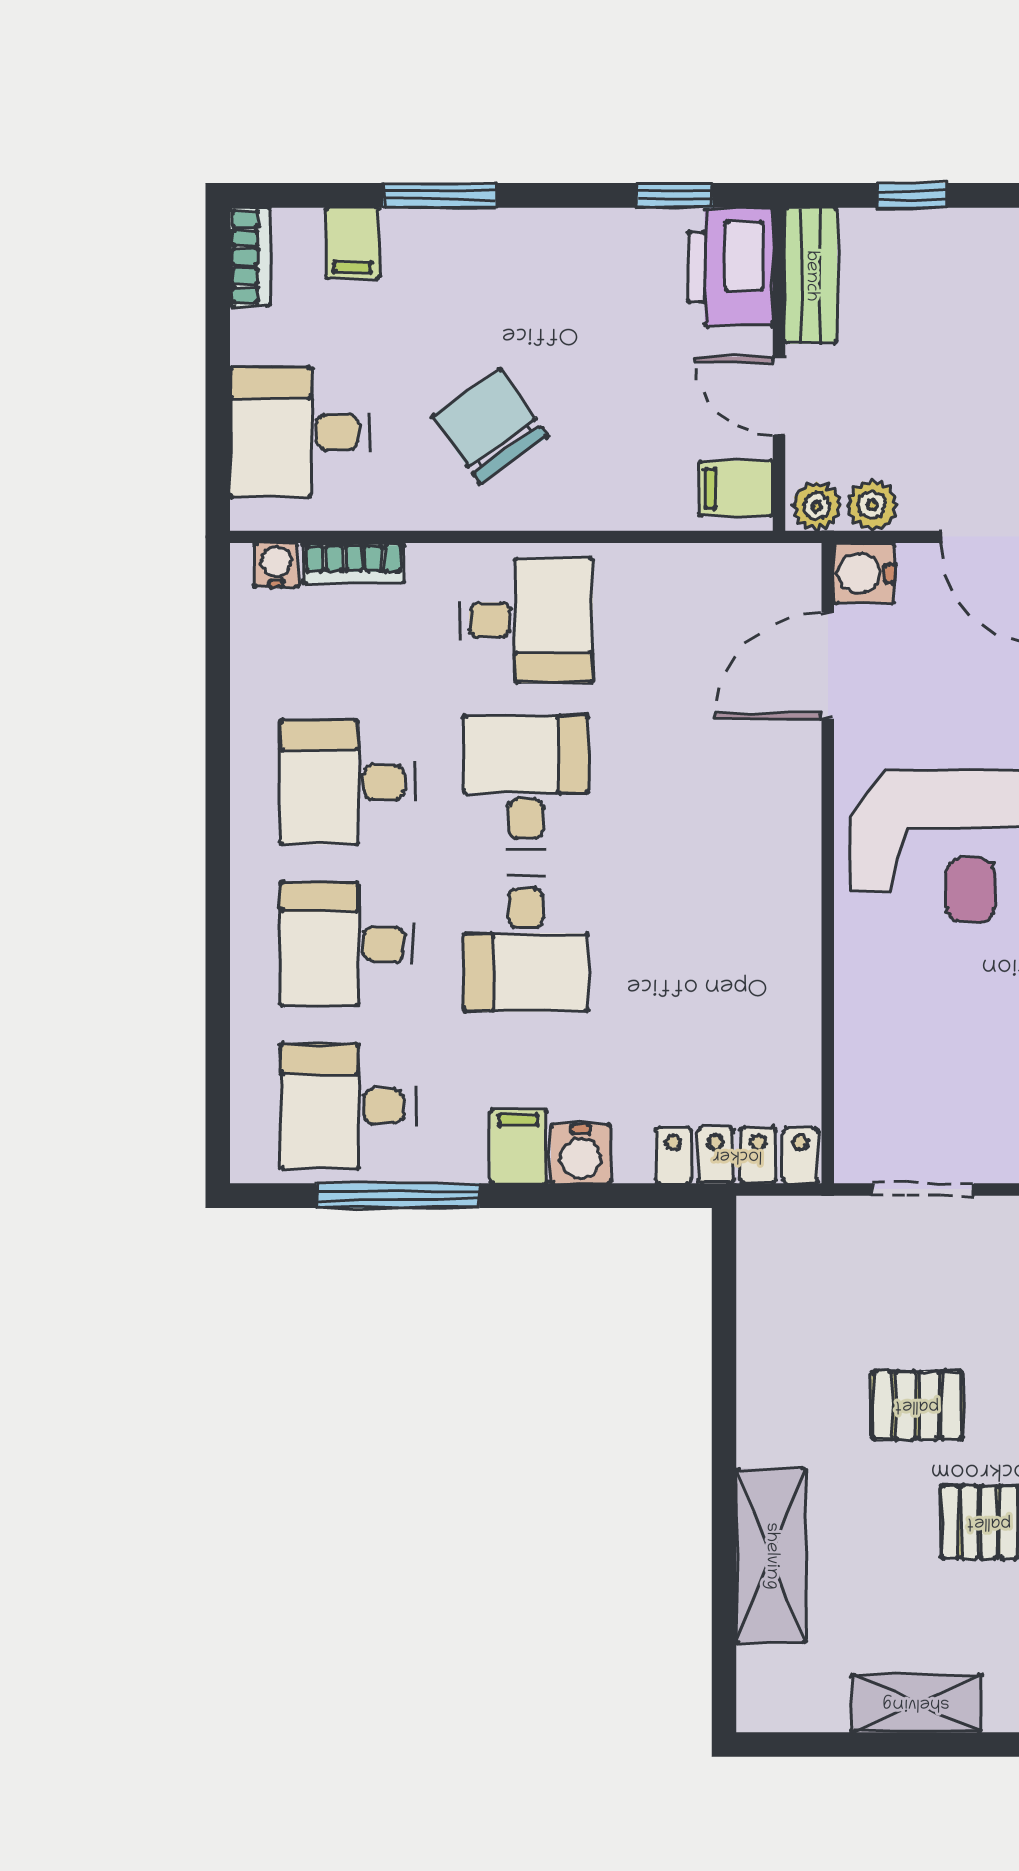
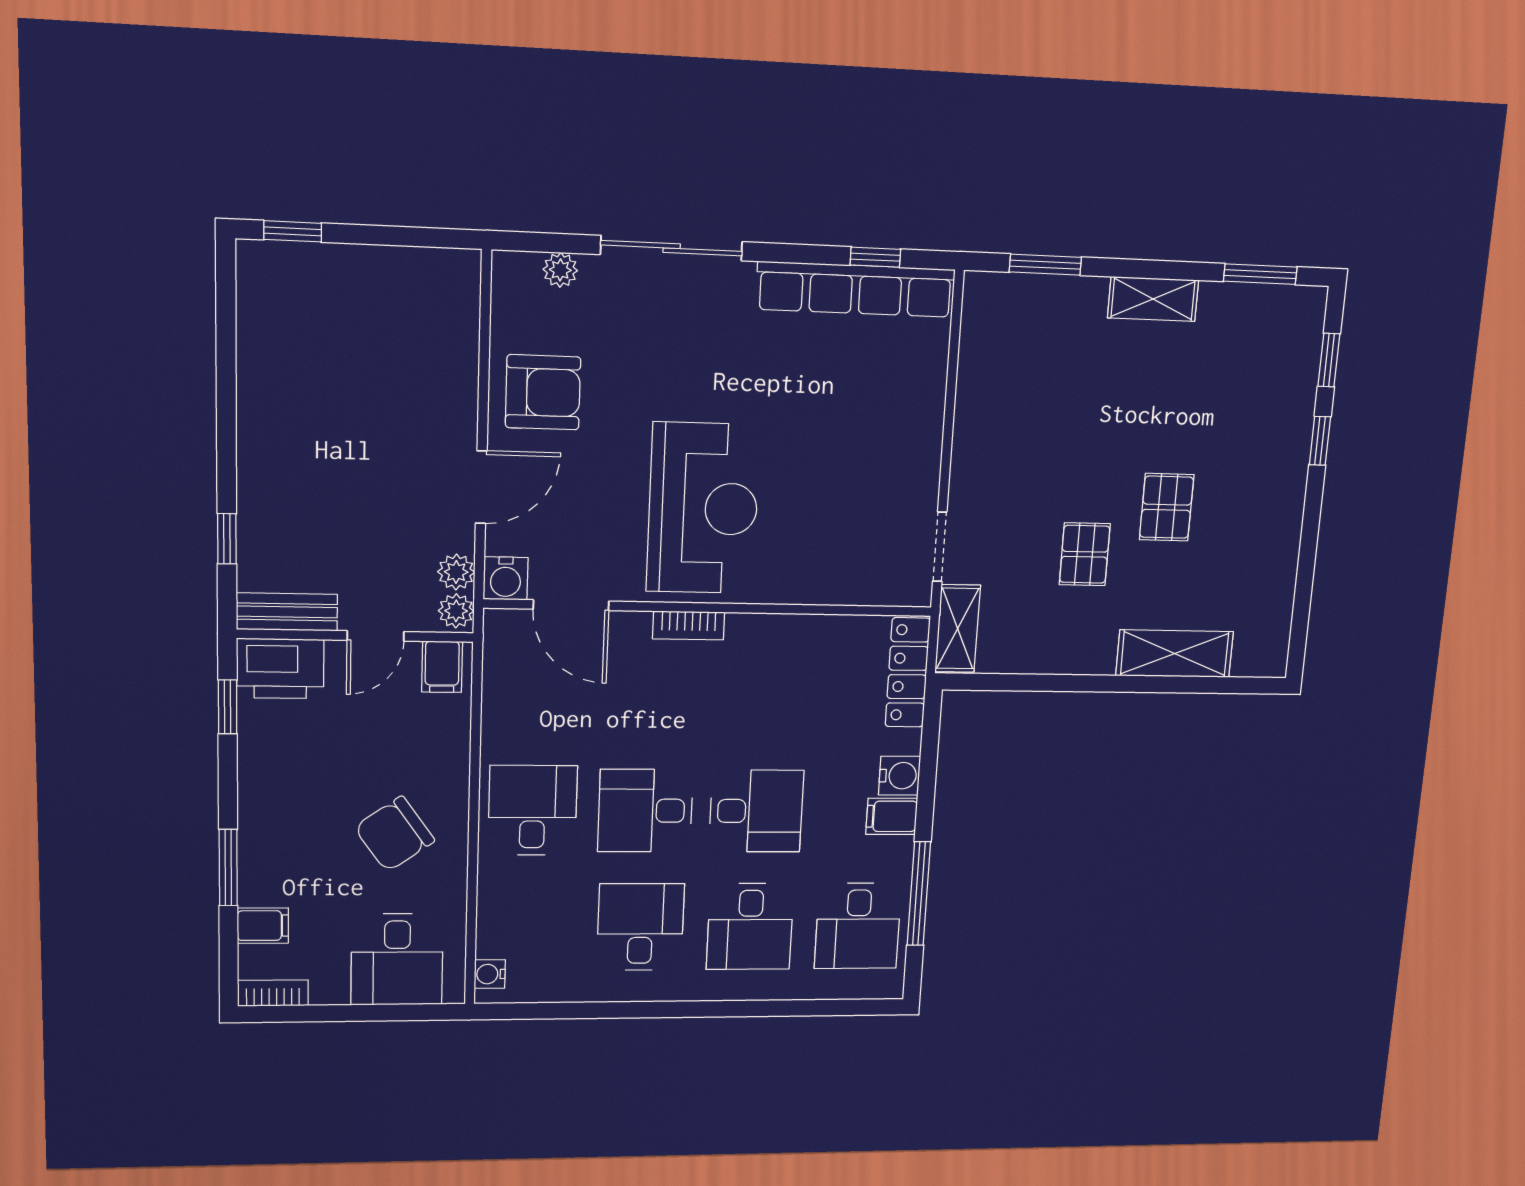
bookcase: (354, 563) -> (689, 625), moved, turned 90
desk: (347, 782) -> (640, 927), turned 180
shelving: (916, 1703) -> (958, 628), moved

